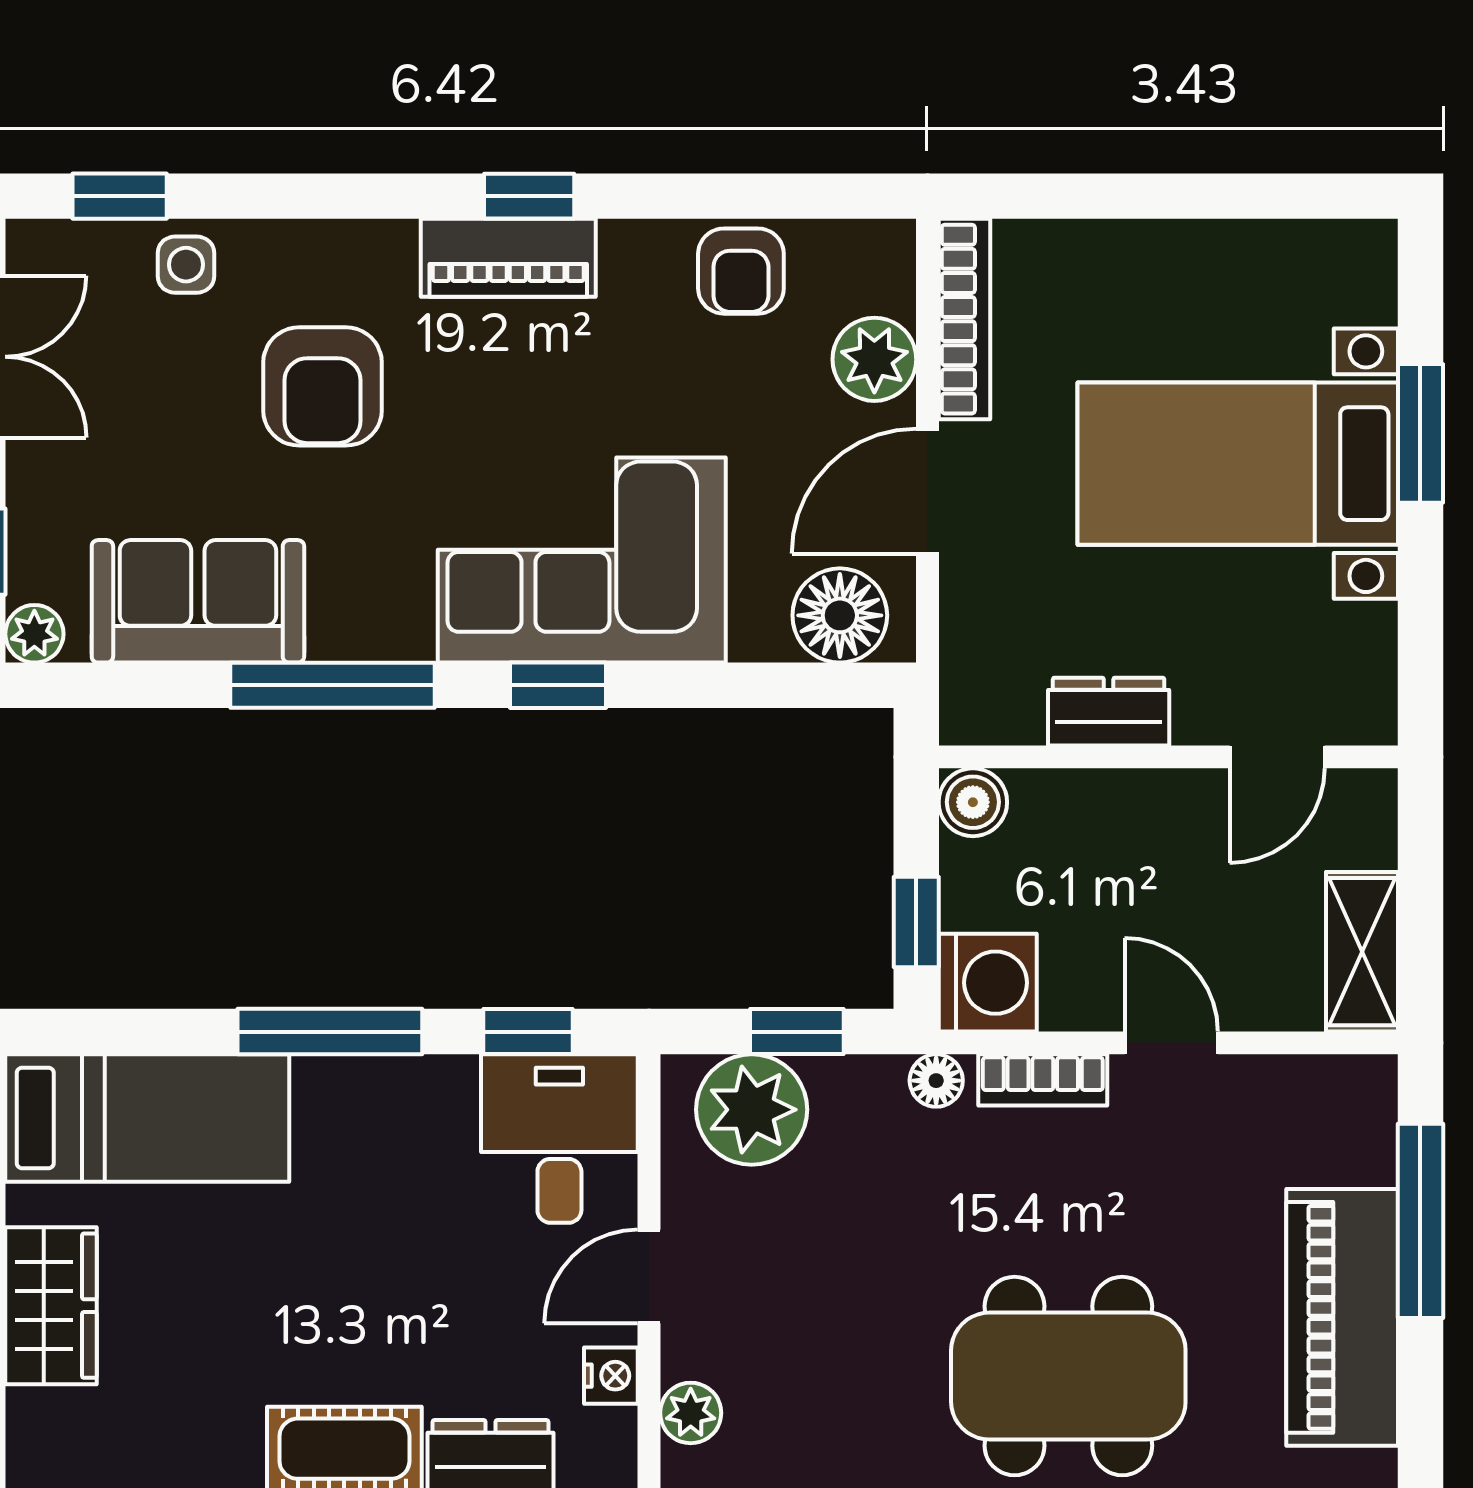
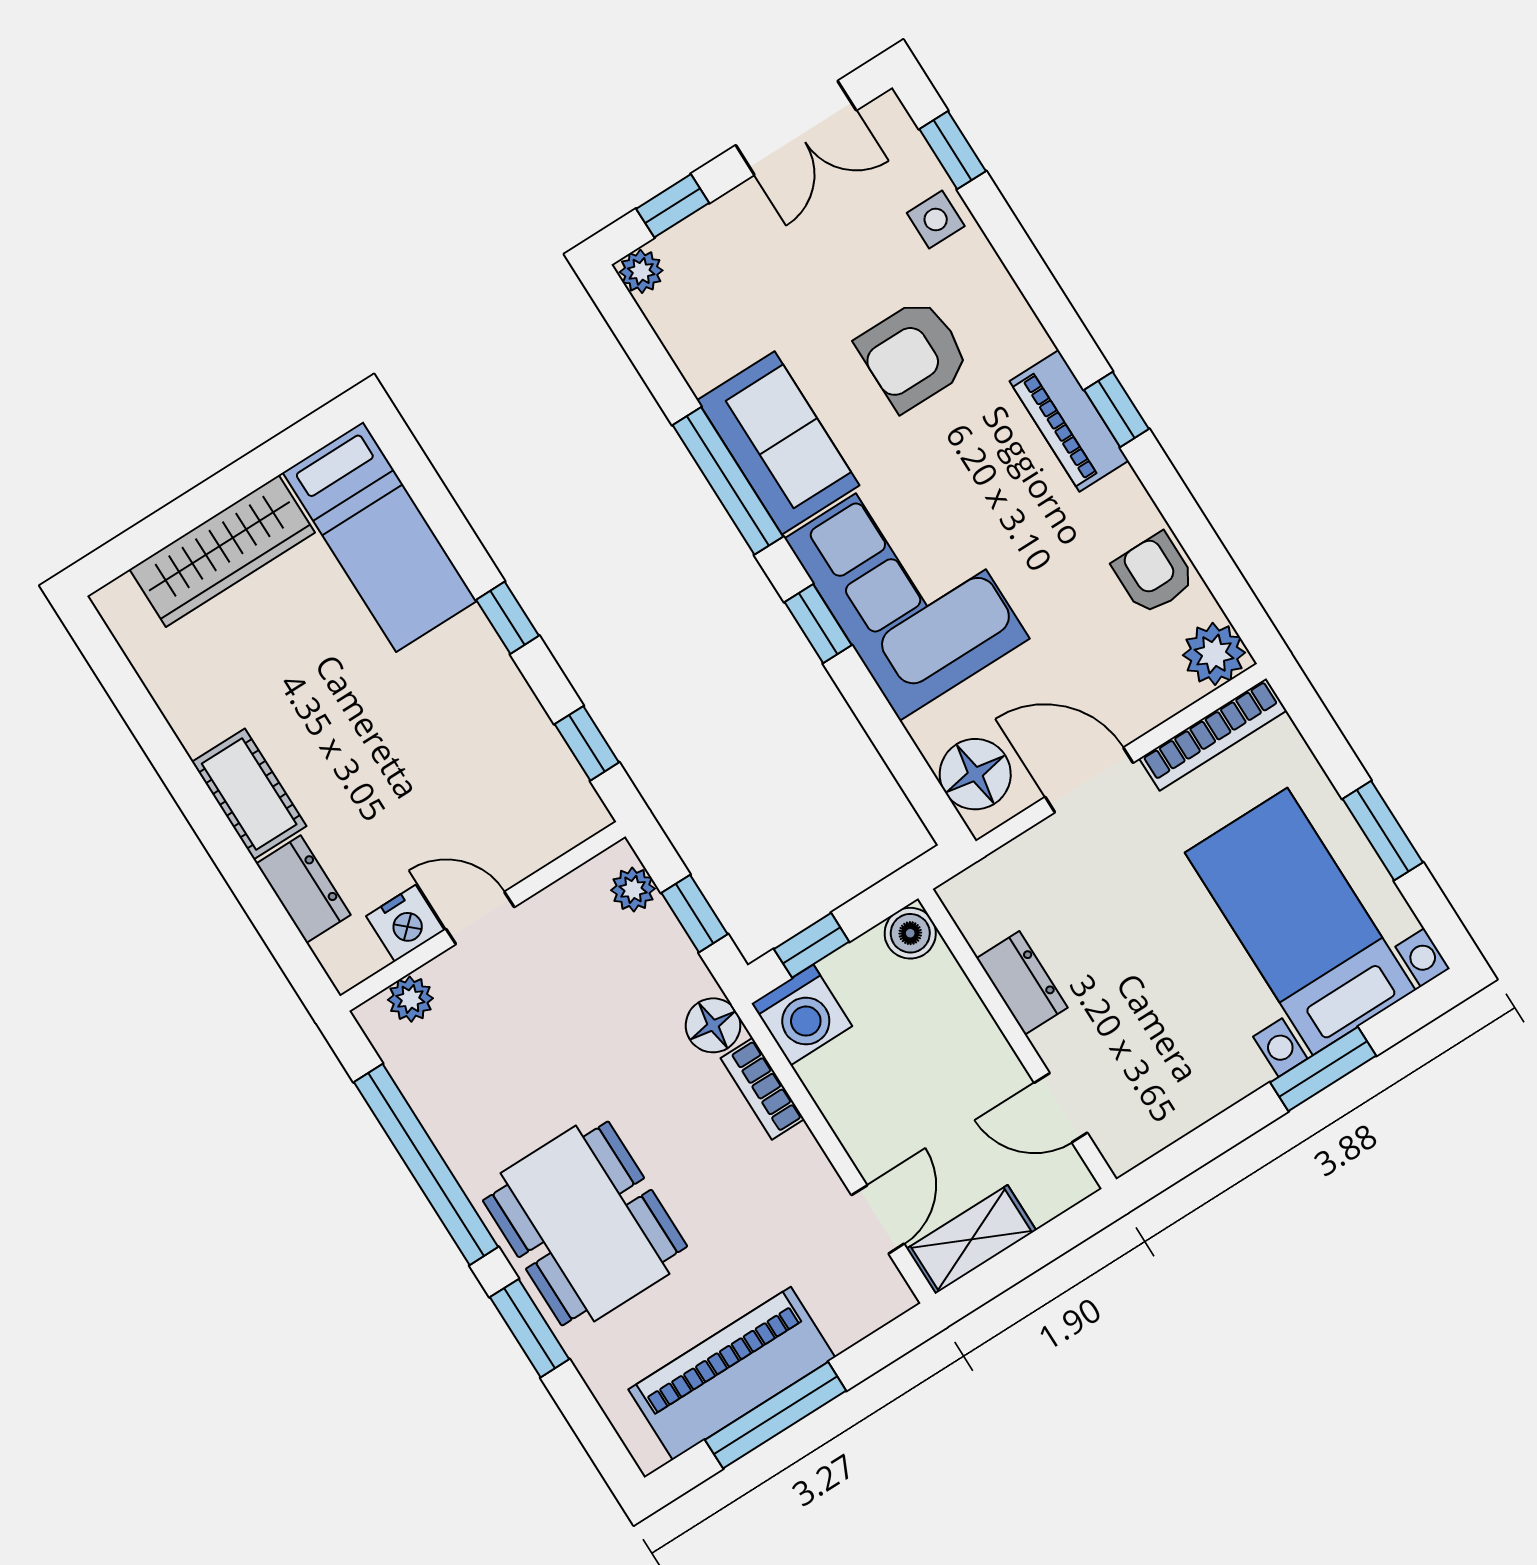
window: (1194, 196) -> (1383, 831), added
armchair: (741, 271) -> (1154, 574), turned 90
plant: (874, 359) -> (1214, 654), moved
bed with nightstands: (1238, 464) -> (1300, 922), moved
sofa: (198, 601) -> (778, 443), moved
window: (330, 1032) -> (508, 618), width x0.46
door: (1171, 1043) -> (878, 1219), moved
floor lamp: (936, 1081) -> (713, 1025), width x1.37, depth x1.37
plant: (752, 1110) -> (633, 889), width x0.53, depth x0.53
desk: (559, 1139) -> (532, 806), removed
window: (1420, 1221) -> (776, 1415), moved
wardrobe: (51, 1306) -> (222, 551), width x1.50
nightstand: (611, 1376) -> (405, 923), width x1.39, depth x1.35

